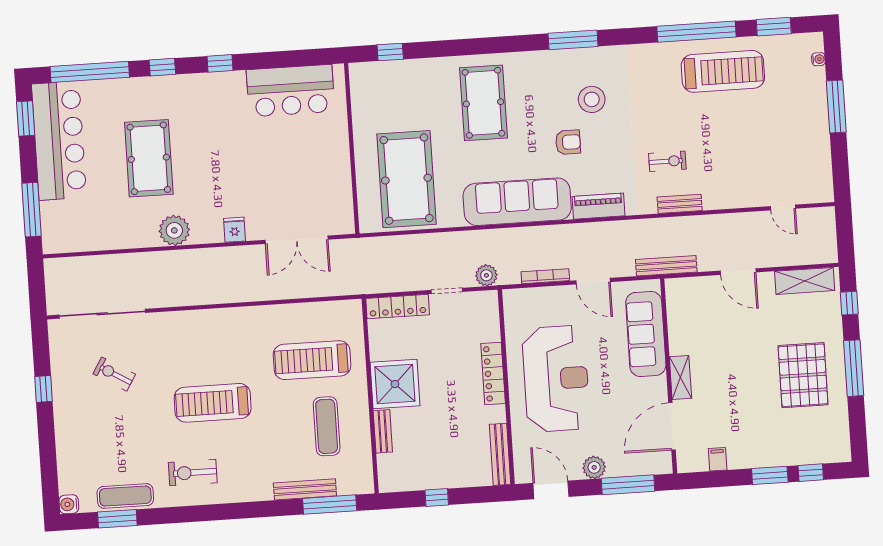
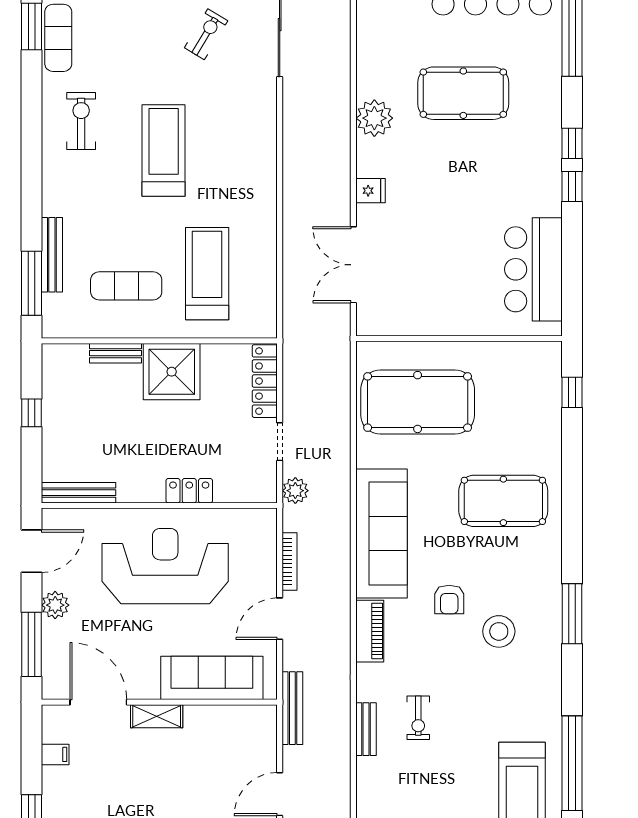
window: (162, 67) -> (572, 143), moved
locker: (493, 374) -> (189, 491), width x0.66
reception desk: (556, 379) -> (165, 566), turned 180

